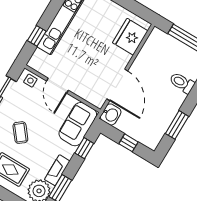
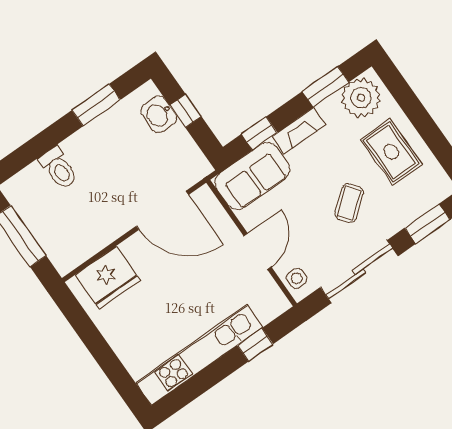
door: (117, 85) -> (162, 210), swing flipped
washbasin: (111, 114) -> (159, 114), moved, turned -90
fireplace: (57, 170) -> (299, 131), moved

